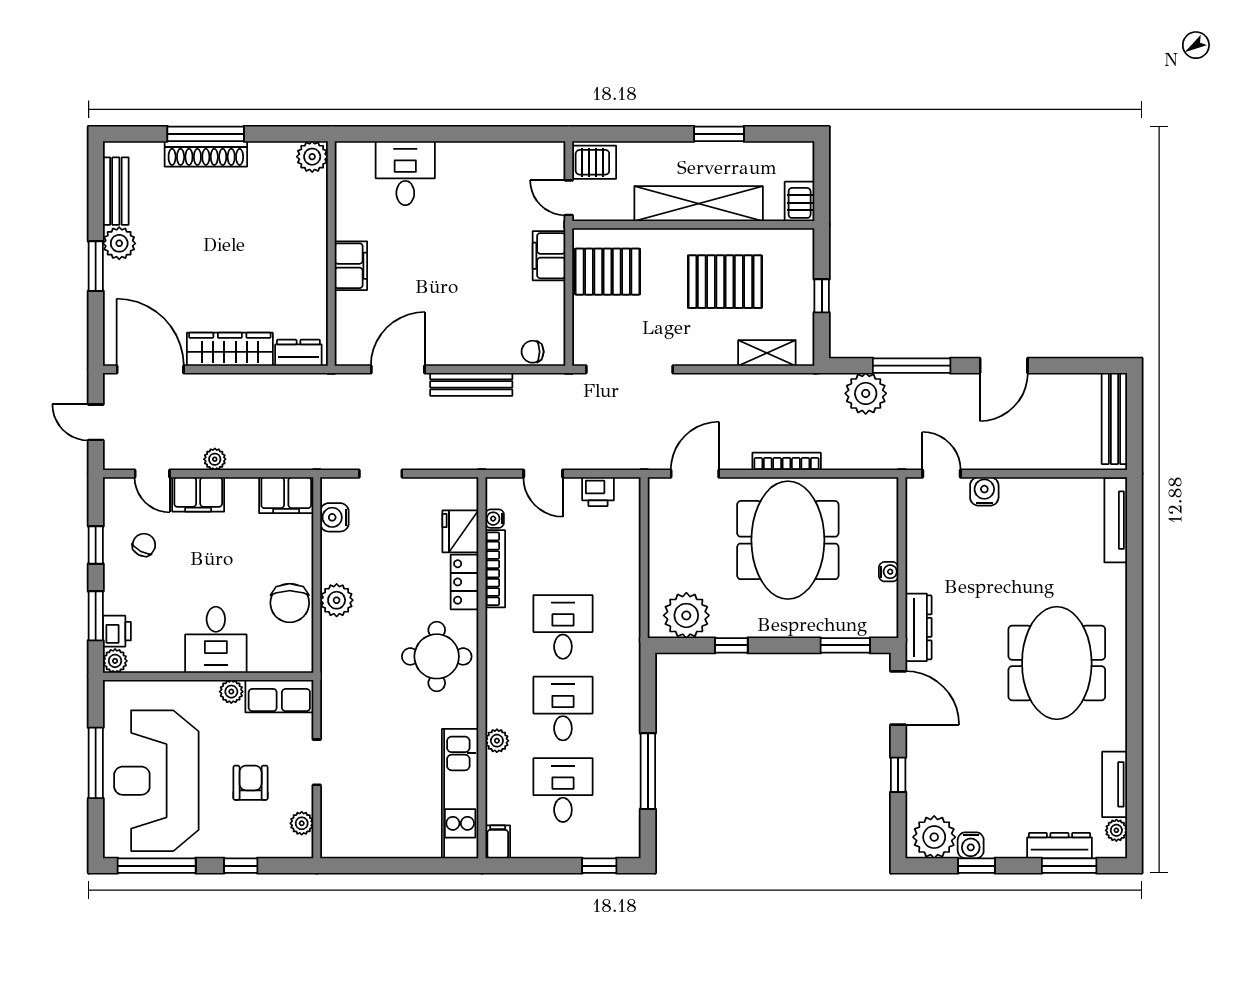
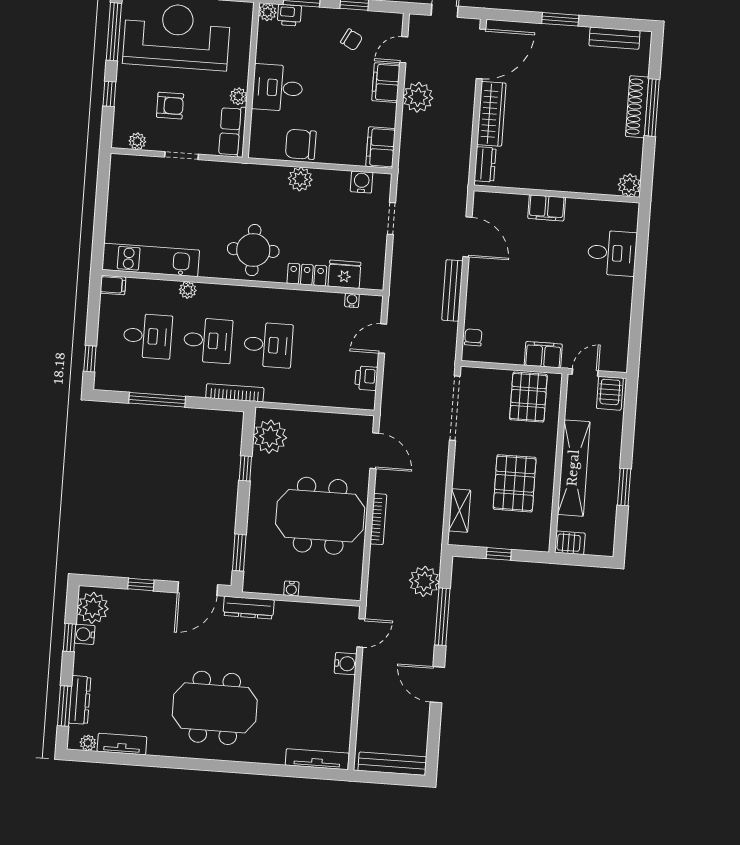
plant: (119, 243) -> (576, 38), removed
plant: (215, 459) -> (418, 97), width x1.88, depth x1.88
bookcase: (495, 569) -> (235, 393), moved, turned 180

